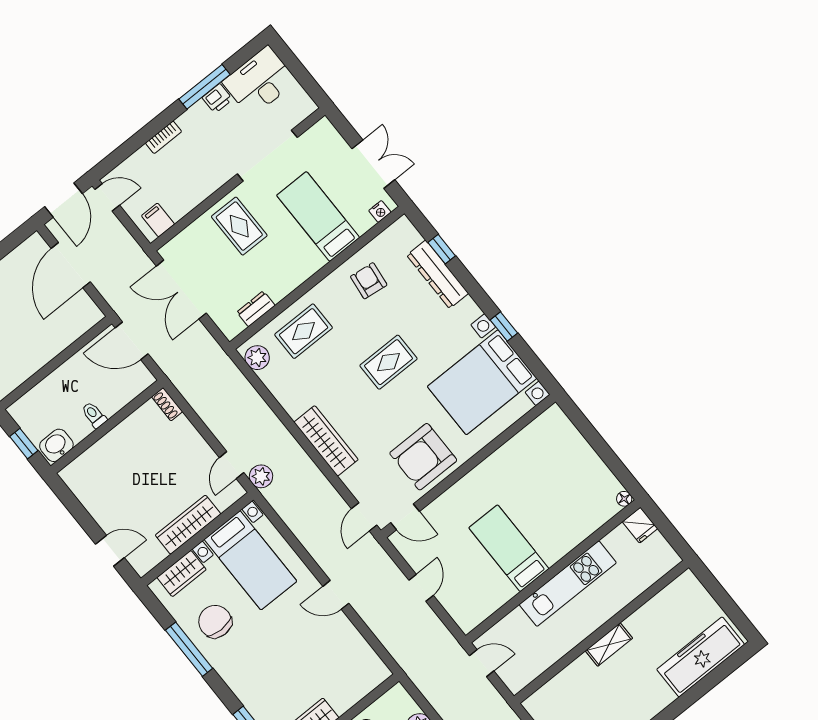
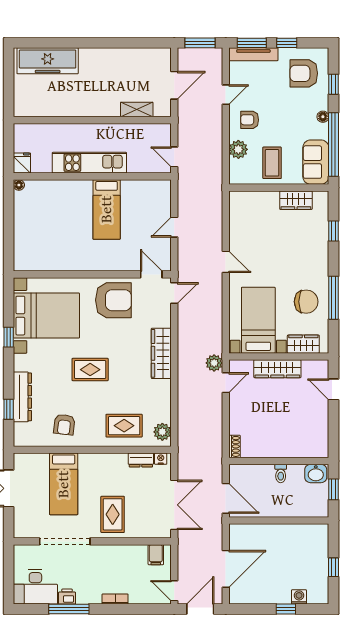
nightstand: (380, 211) -> (161, 459), moved
chair: (215, 621) -> (306, 302), turned -90
shelving: (609, 644) -> (137, 110), moved

